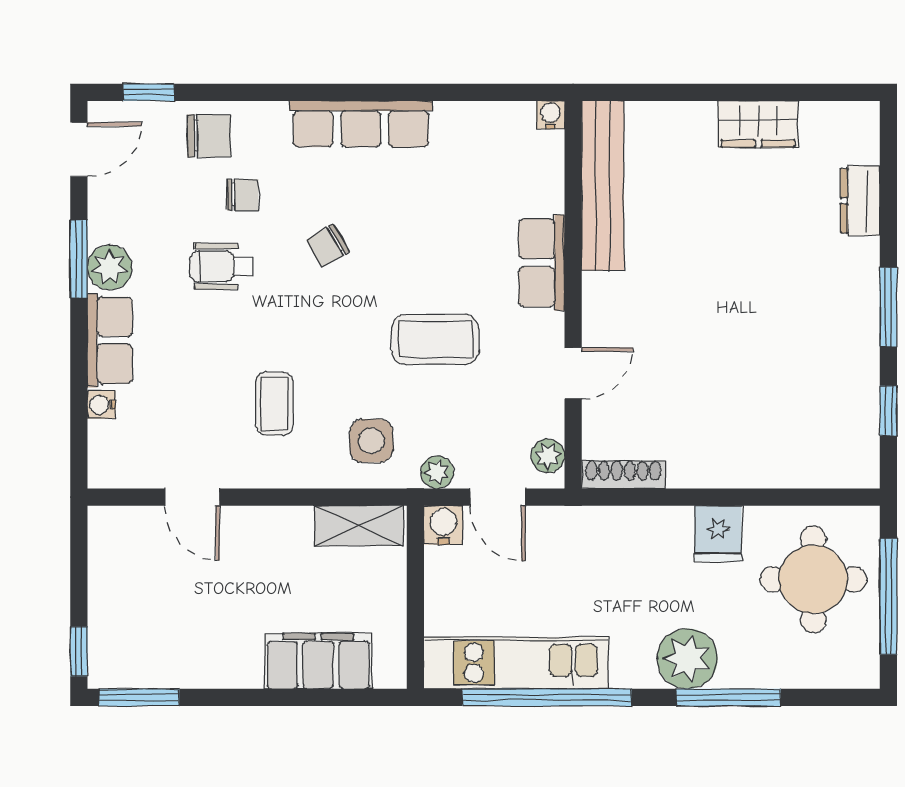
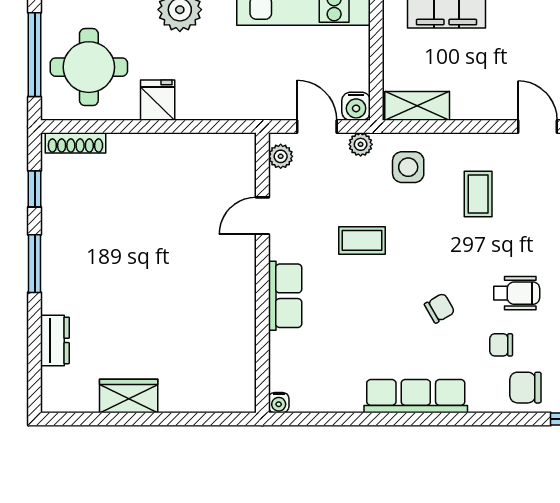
bench: (603, 186) -> (241, 351), removed
coffee table: (435, 339) -> (362, 240), width x0.73, depth x0.77
shoe rack: (623, 474) -> (75, 143), moved

